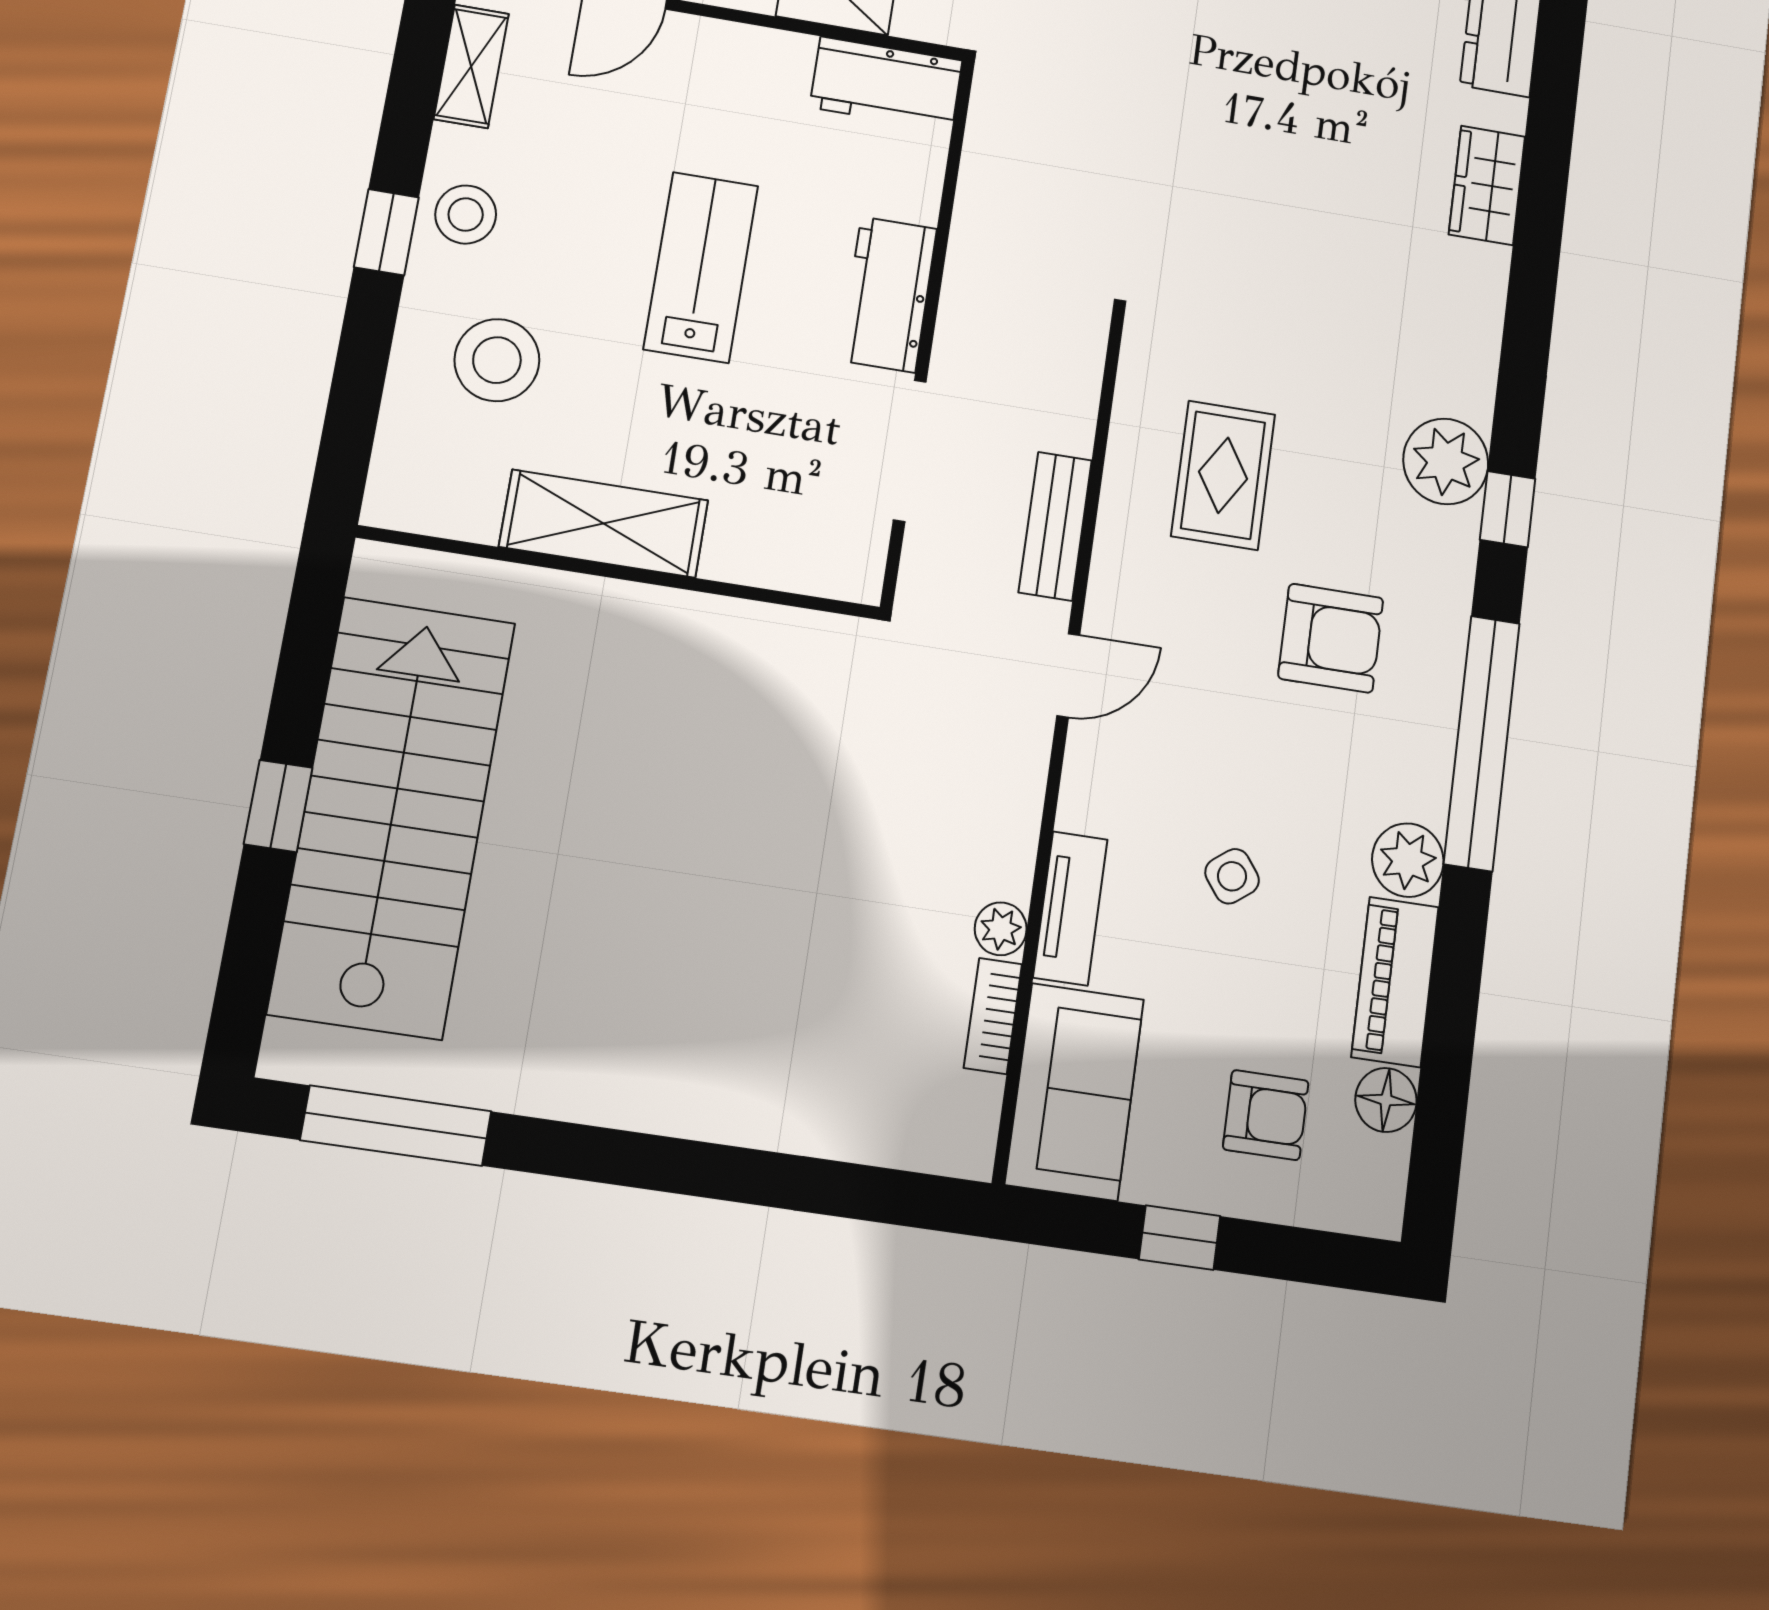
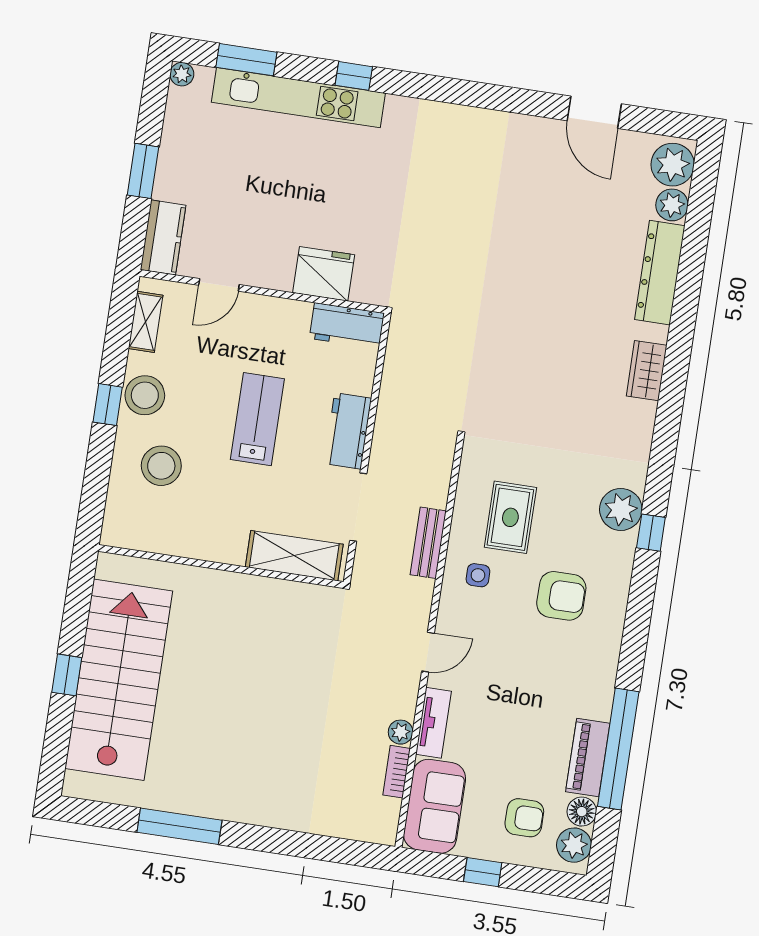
stool: (466, 215) -> (145, 395), width x1.38, depth x1.38
shelving: (604, 524) -> (294, 556), moved
door: (1068, 675) -> (428, 652), moved
window: (1482, 743) -> (618, 749), moved
plant: (1408, 860) -> (574, 845), moved
side table: (1232, 876) -> (478, 575), moved, turned 37
window: (396, 1126) -> (179, 826), moved

